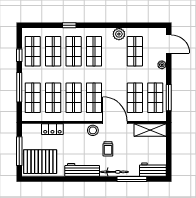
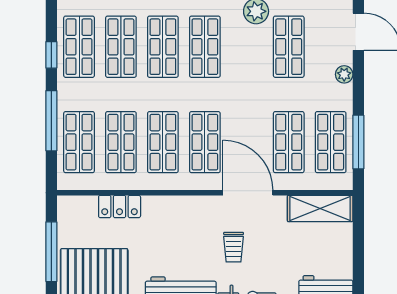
stool: (93, 130) -> (202, 209), removed

